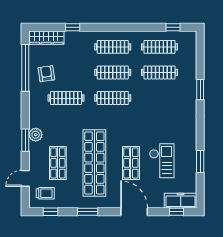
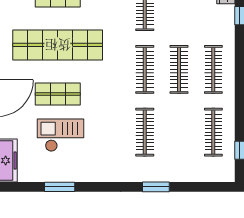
clothes rail: (159, 72) -> (145, 132), moved
checkout: (162, 161) -> (61, 135), turned 180

